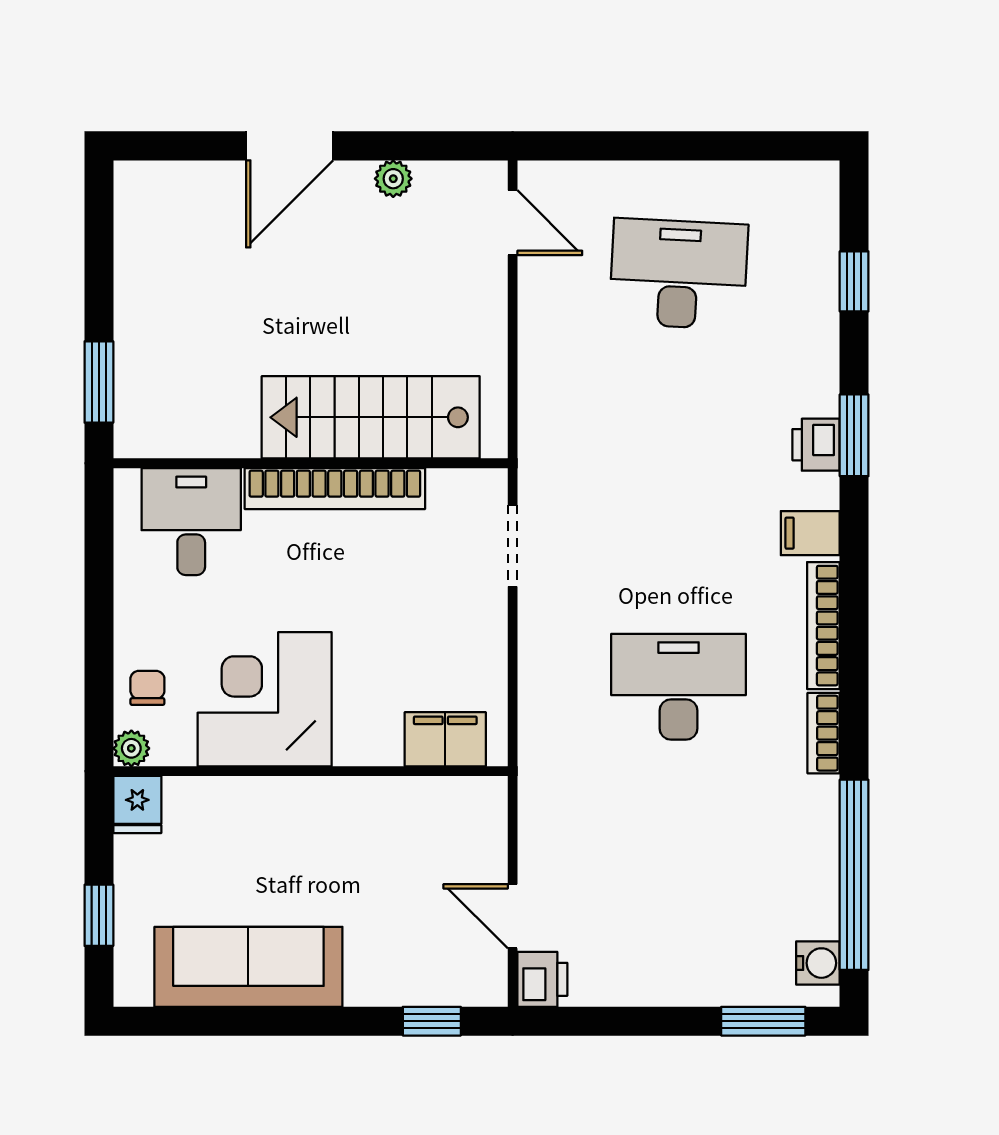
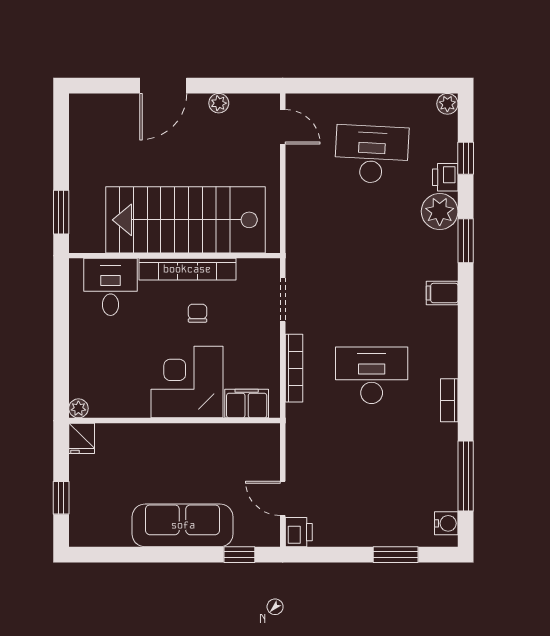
plant: (820, 180) -> (447, 104), added
plant: (806, 381) -> (440, 211), added
stairs: (371, 417) -> (185, 220), width x1.36, depth x1.51
printer: (816, 445) -> (445, 177), moved
bookcase: (823, 626) -> (294, 368), moved, turned 180
chair: (147, 688) -> (197, 313), moved
corner desk: (265, 699) -> (187, 382), moved
window: (854, 875) -> (466, 476), width x0.68
sofa: (248, 967) -> (183, 525), moved
window: (763, 1021) -> (396, 555), moved

